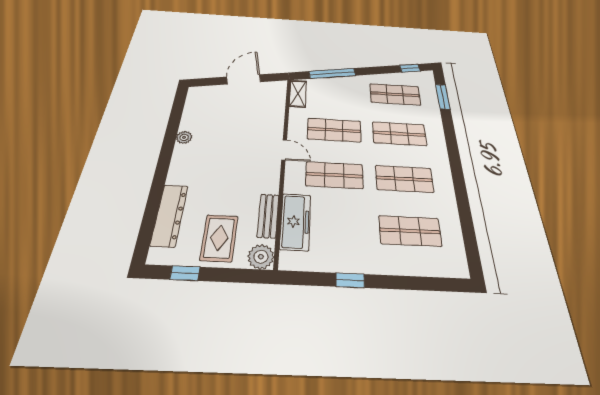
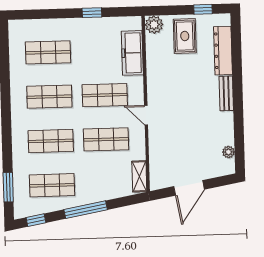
window: (332, 73) -> (86, 210), moved
plant: (184, 137) -> (228, 152), moved
bench: (268, 216) -> (226, 93), moved

